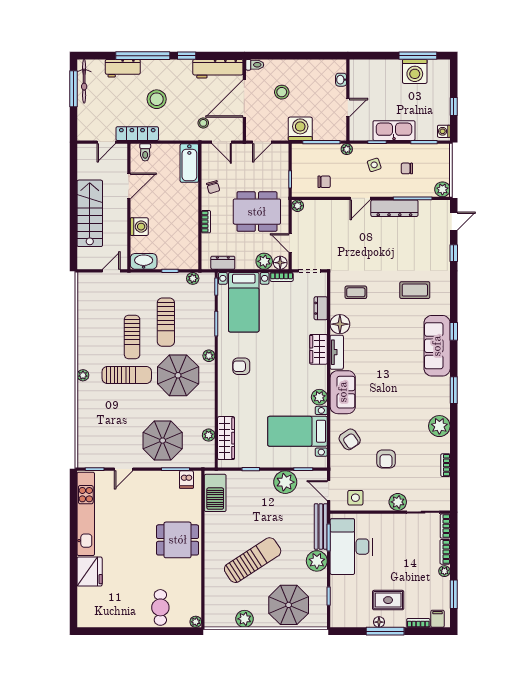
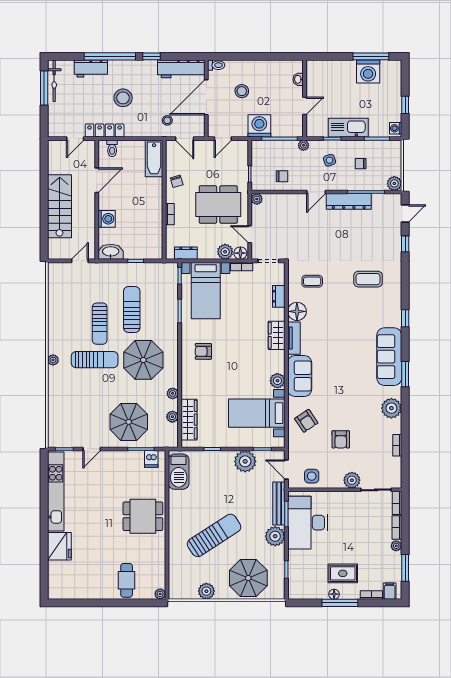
plant: (193, 278) -> (157, 268), removed
sun lounger: (166, 322) -> (132, 309), turned 180
sofa: (437, 346) -> (389, 357), moved
plant: (209, 356) -> (173, 393), moved

